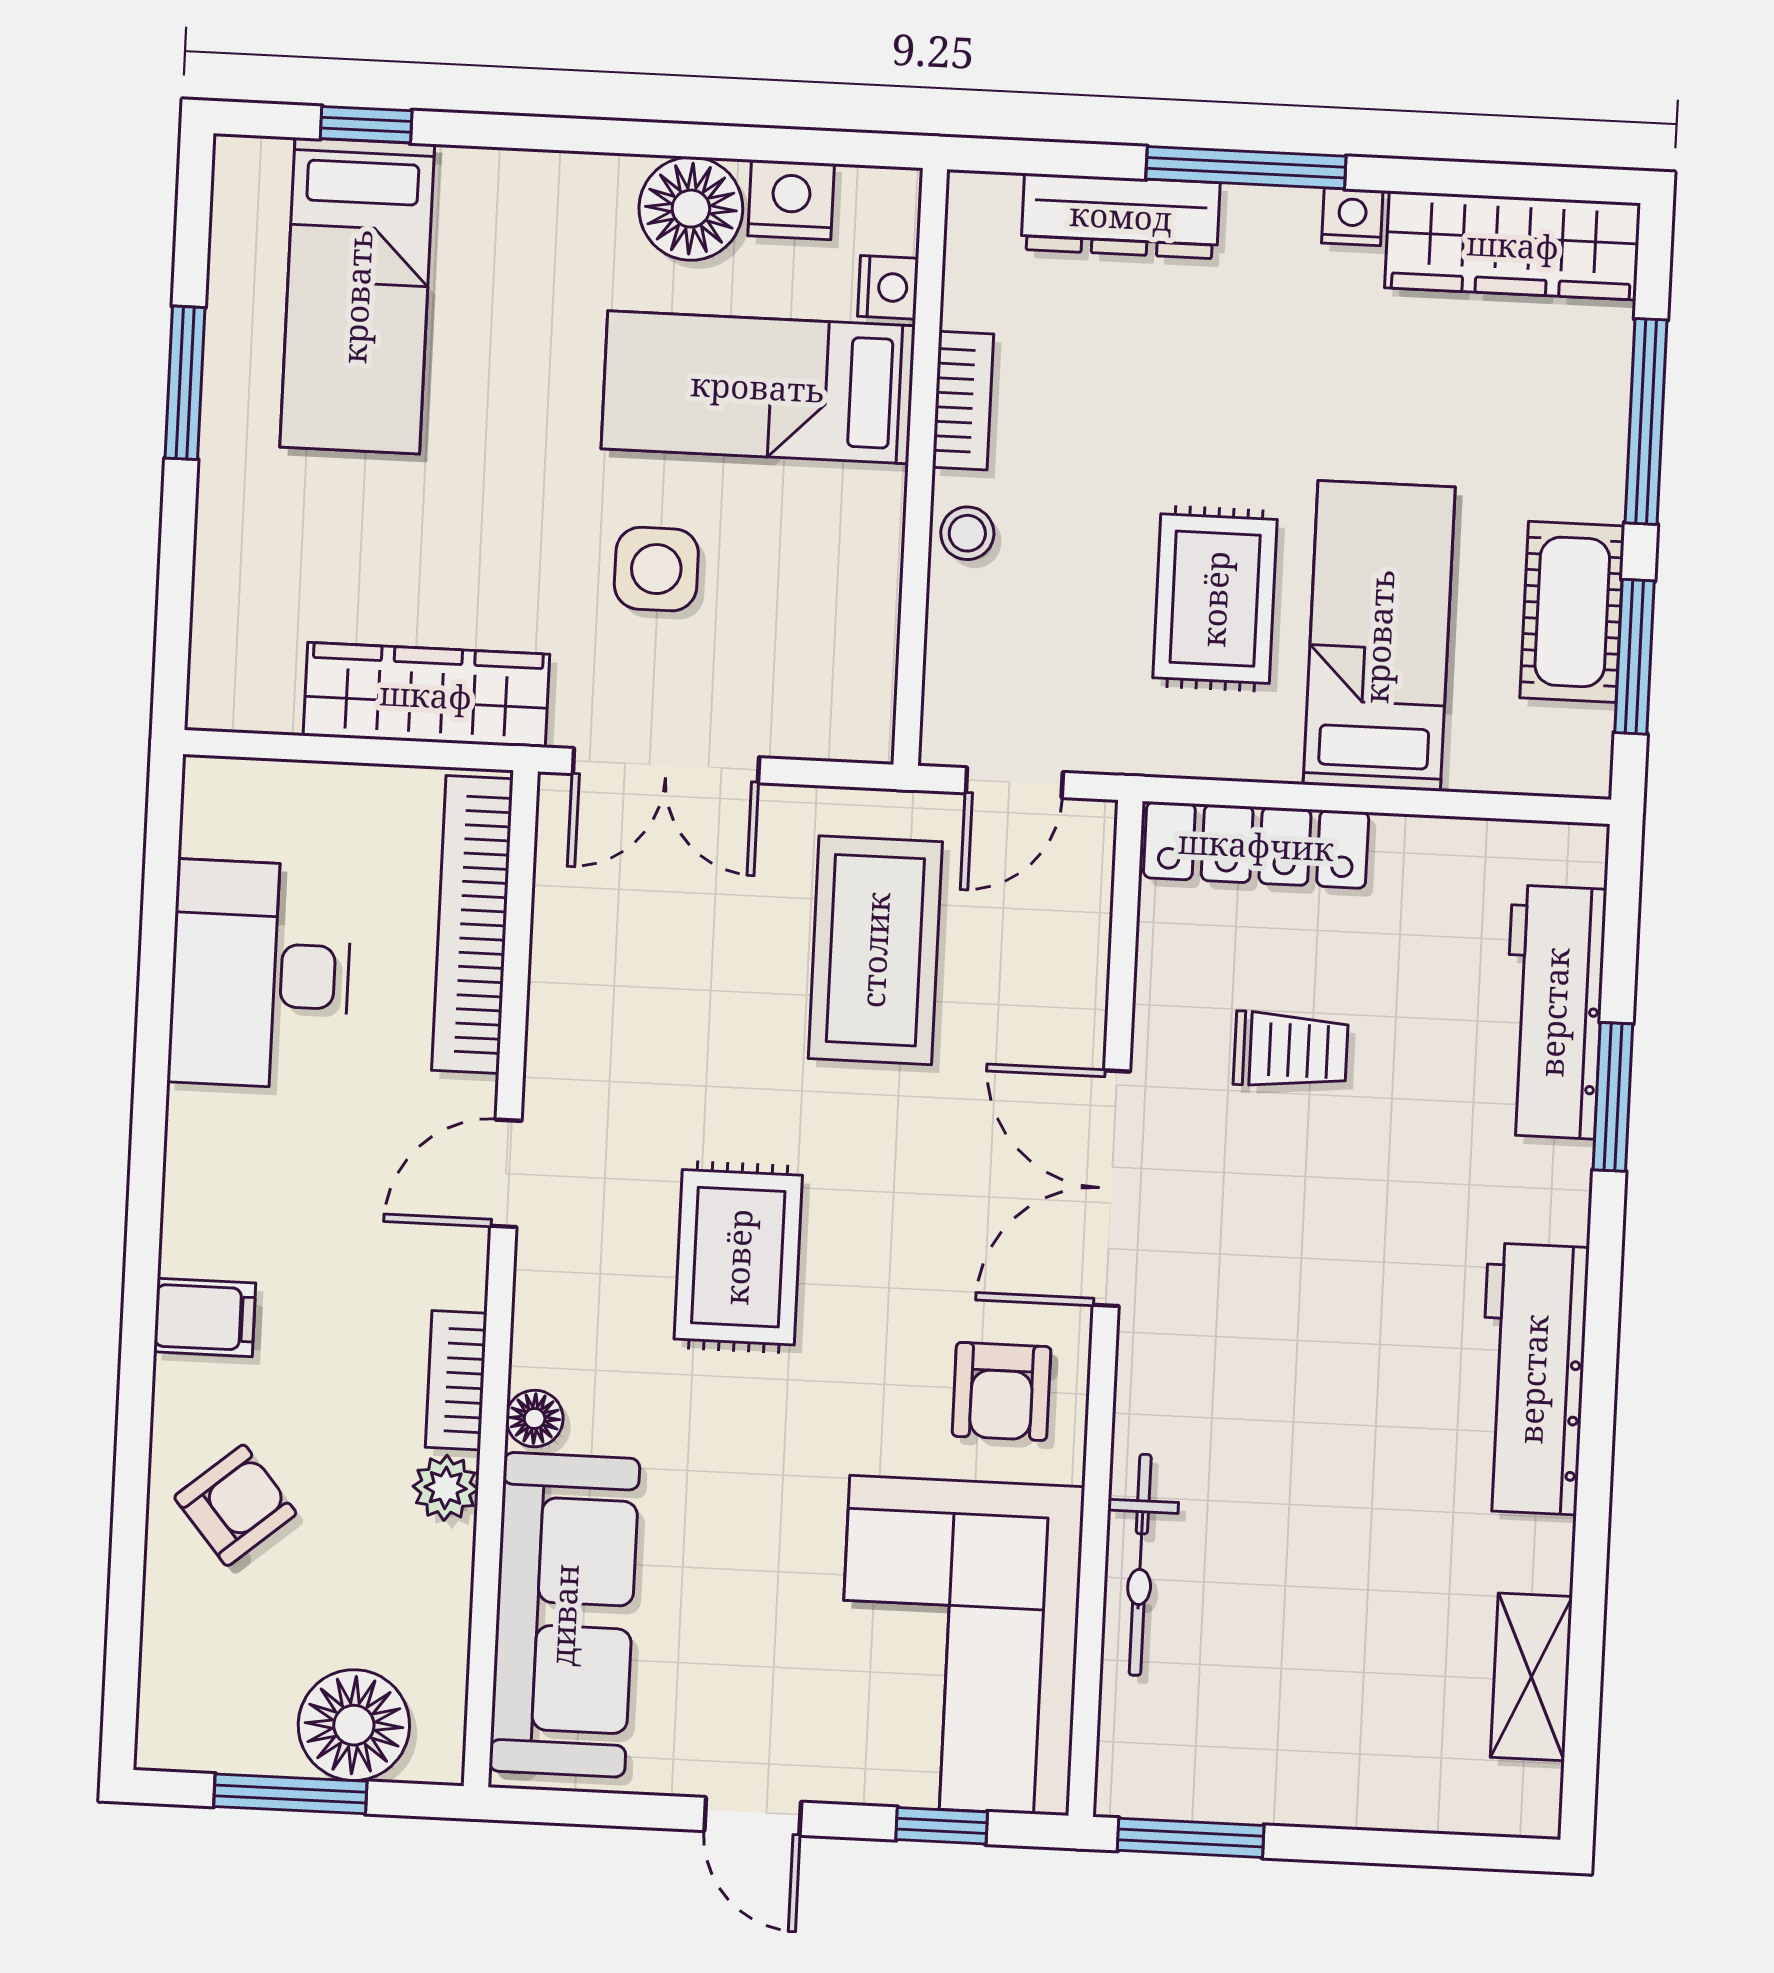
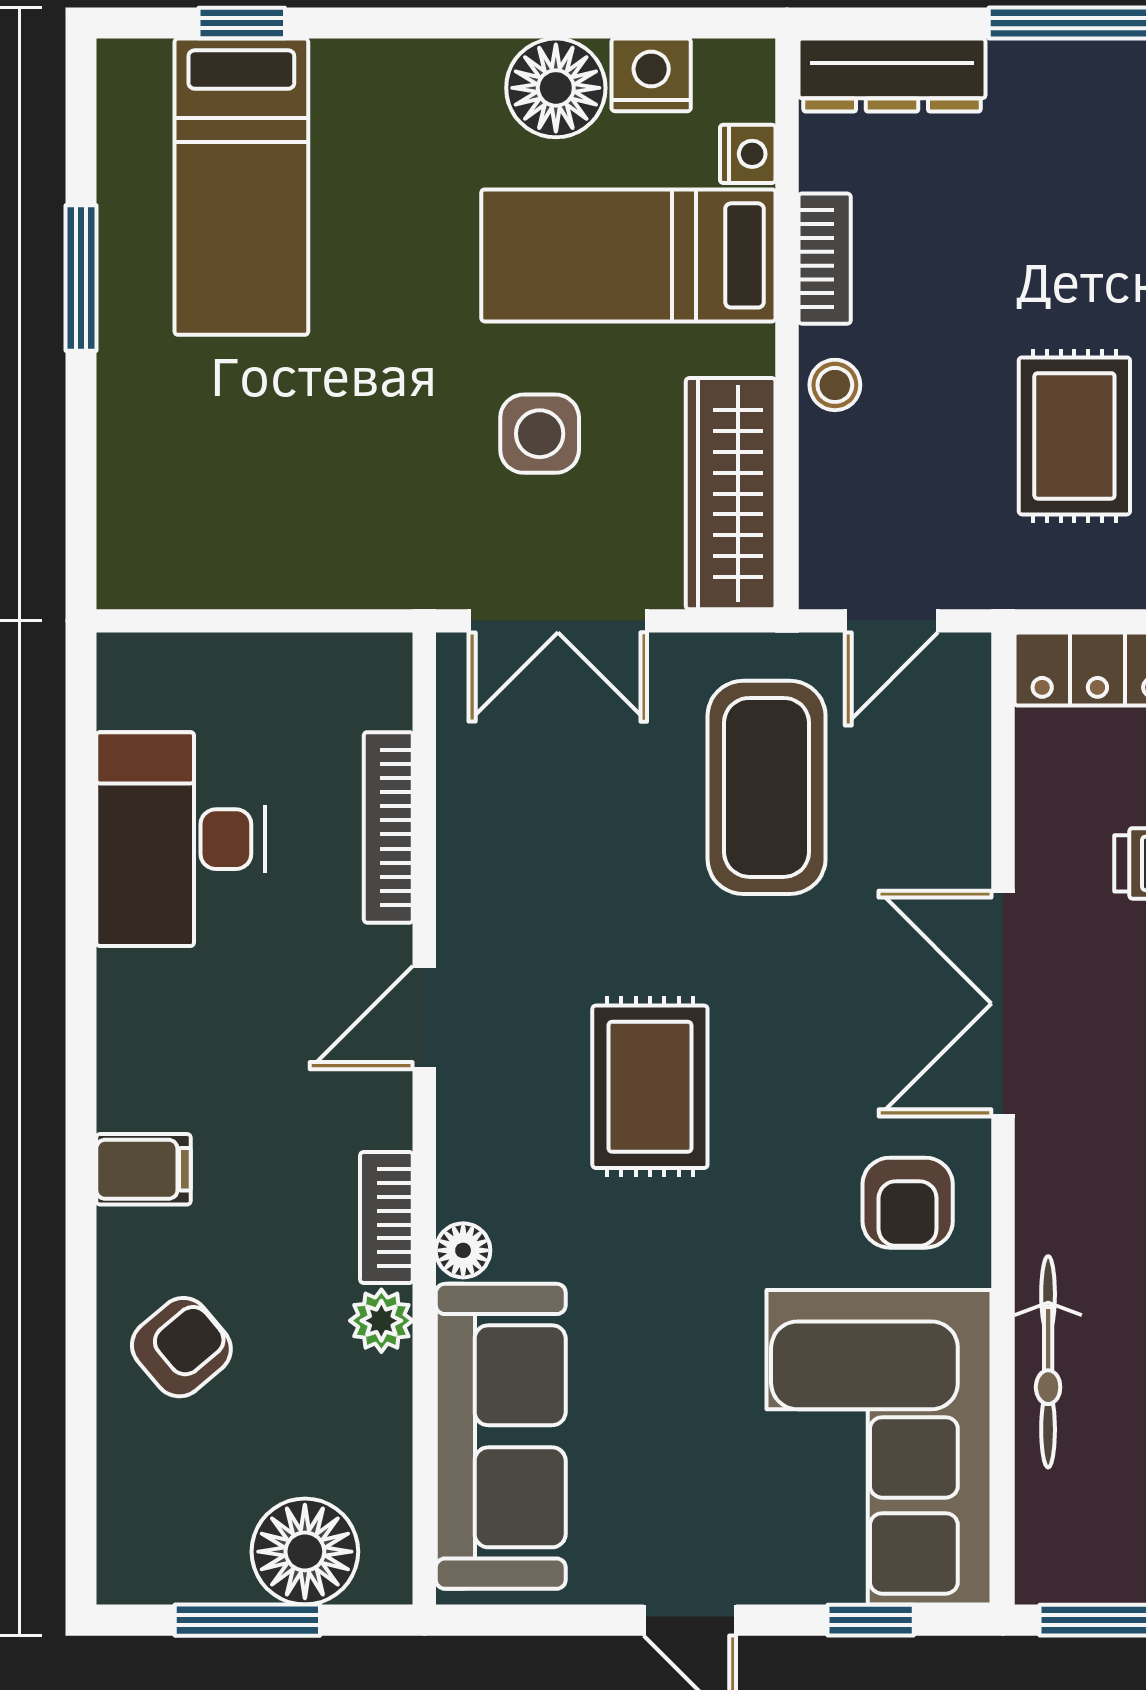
dresser: (1121, 216) -> (892, 75), moved
wardrobe: (426, 695) -> (731, 494), moved, turned -90
bookcase: (472, 925) -> (388, 827), width x0.68, depth x0.76

